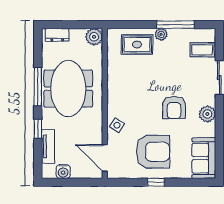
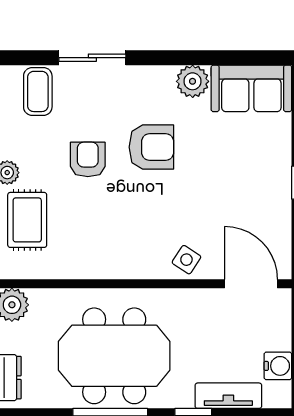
plant: (207, 114) -> (193, 81), moved
armchair: (153, 152) -> (88, 159), moved, width x0.53, depth x0.53
door: (105, 158) -> (251, 284), swing flipped

